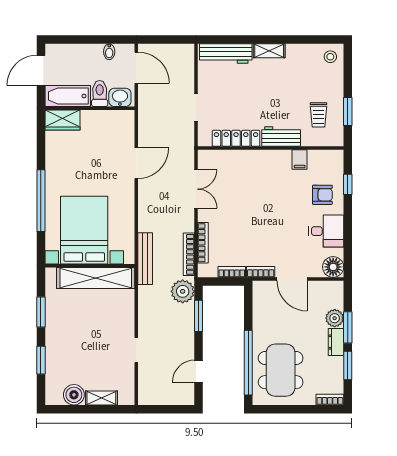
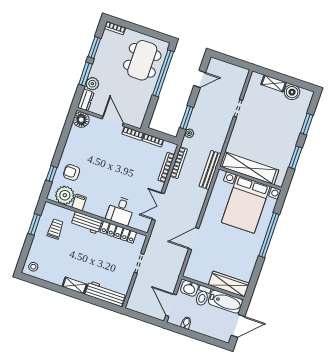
wardrobe: (62, 120) -> (229, 284), width x1.50
plant: (321, 163) -> (65, 195), added
desk: (326, 231) -> (120, 211), moved, turned -90
plant: (183, 291) -> (189, 133), width x0.53, depth x0.53
dresser: (336, 342) -> (86, 100), moved

